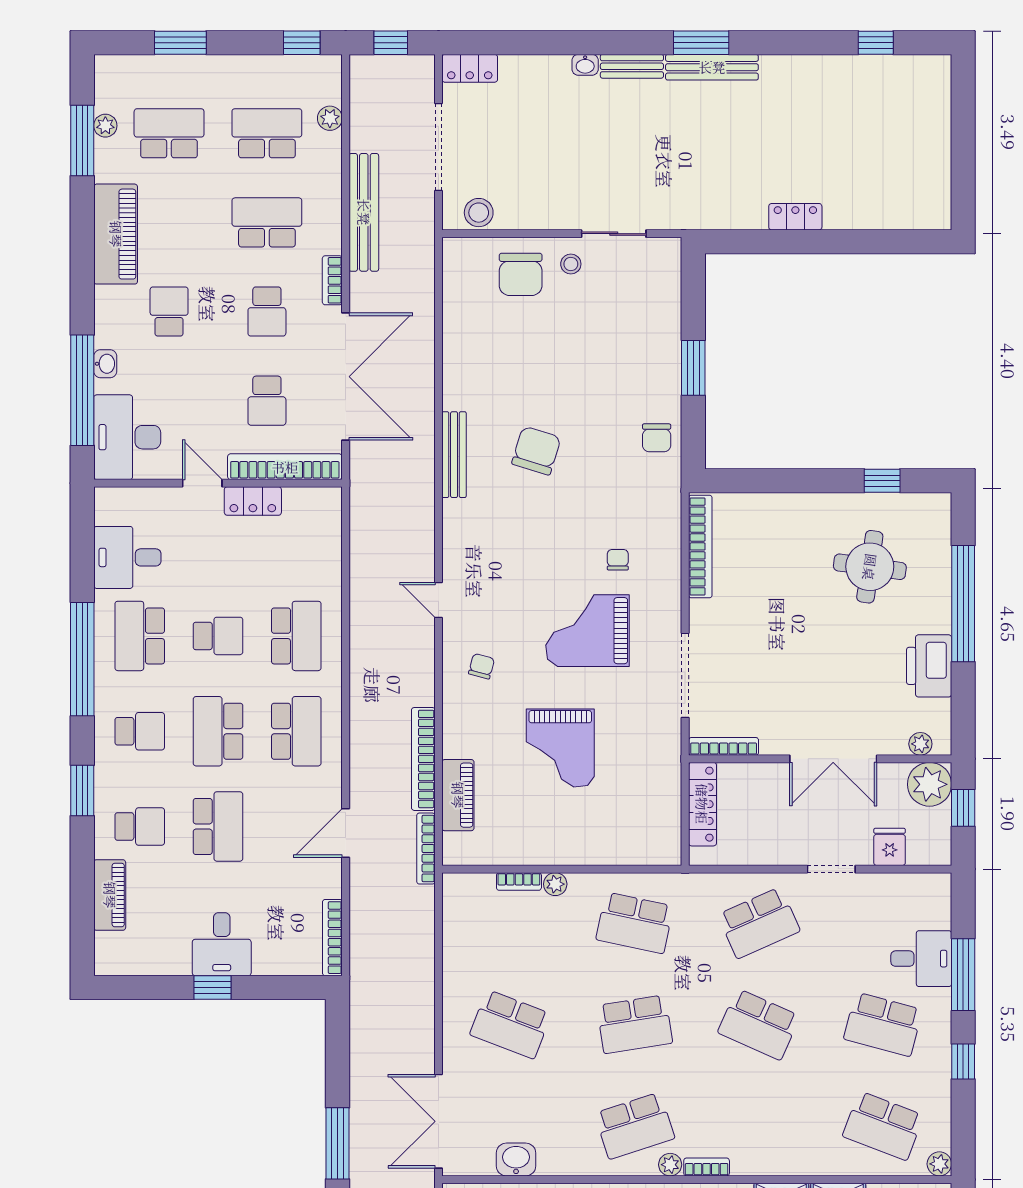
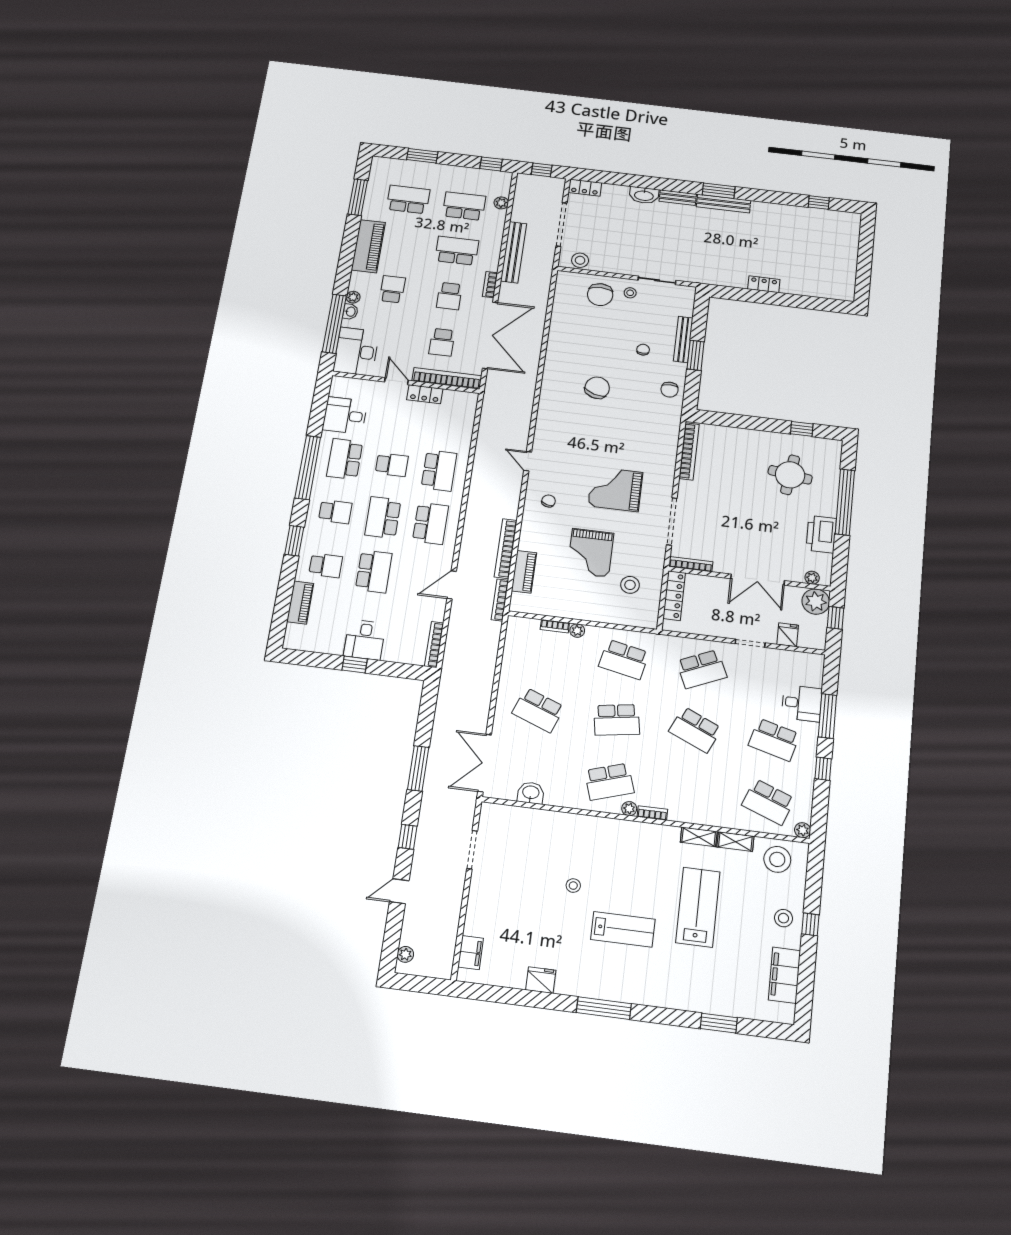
washbasin: (585, 65) -> (644, 195), width x1.91, depth x1.45
plant: (105, 126) -> (353, 297), moved
bench: (454, 455) -> (683, 339), moved
chair: (618, 560) -> (643, 350), moved
stool: (630, 795) -> (630, 585), added

